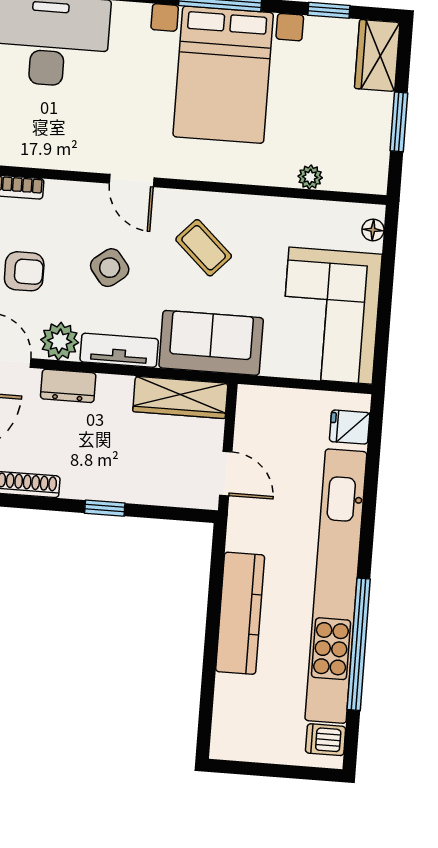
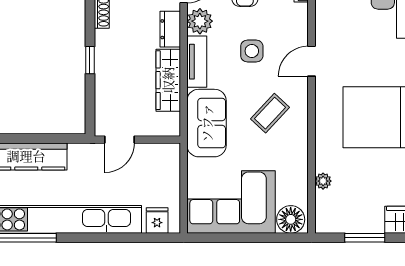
floor lamp: (373, 230) -> (291, 219), width x1.89, depth x1.89
side table: (110, 268) -> (252, 51), turned 38
wardrobe: (180, 397) -> (168, 80), moved

